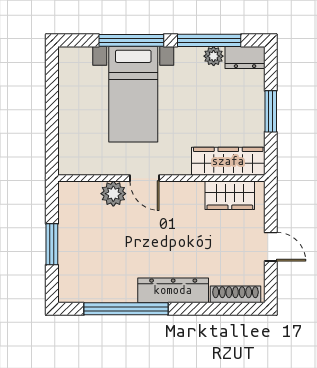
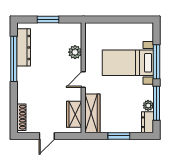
door: (145, 178) -> (83, 79), moved
dresser: (173, 290) -> (24, 47), moved

